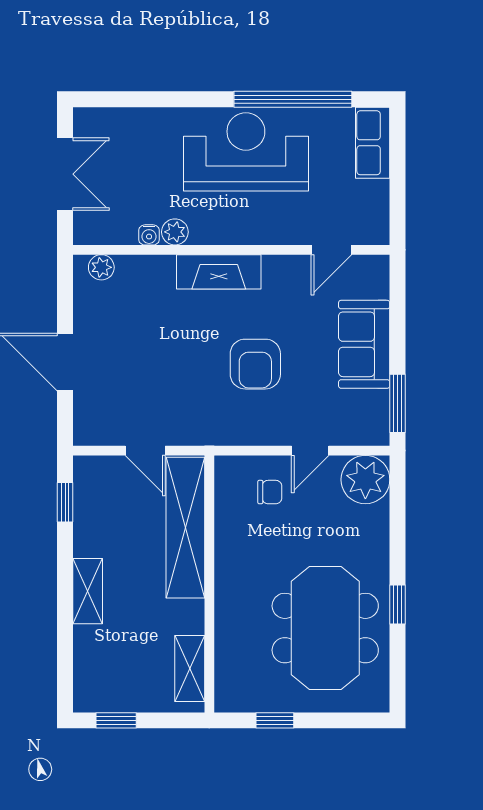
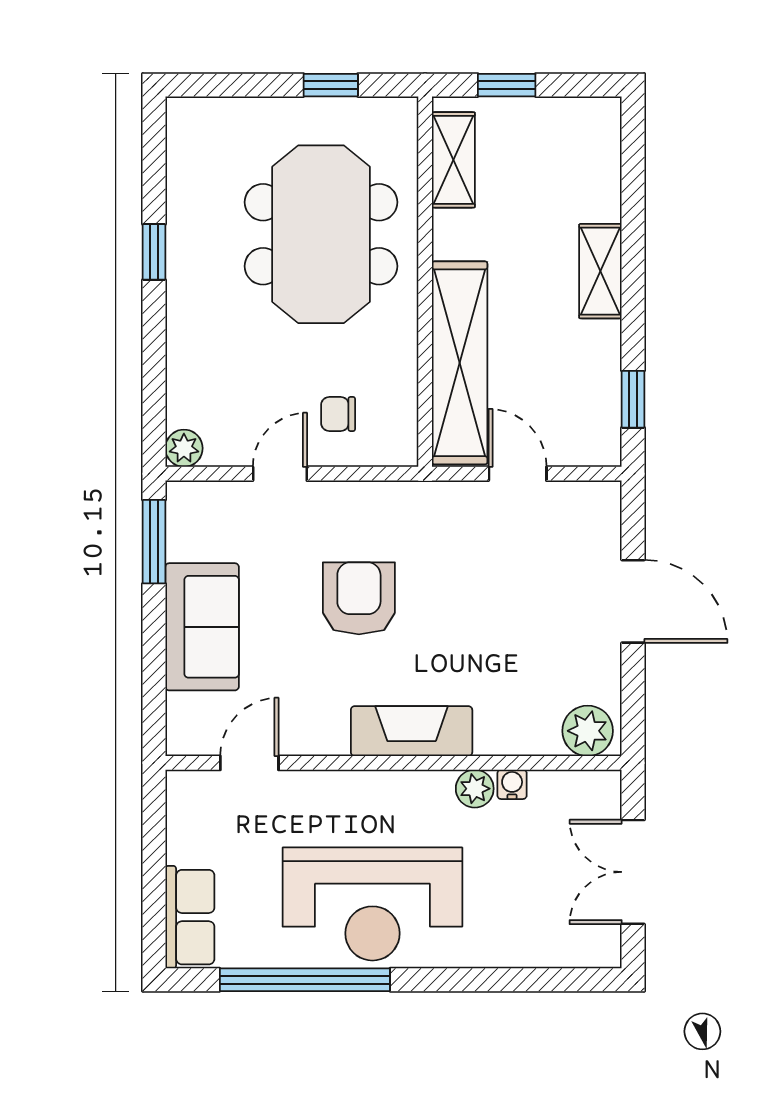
plant: (101, 267) -> (588, 731), width x1.38, depth x1.38
plant: (365, 480) -> (184, 448), width x0.53, depth x0.53
meeting table: (325, 628) -> (321, 234), moved
window: (116, 720) -> (507, 85), moved

